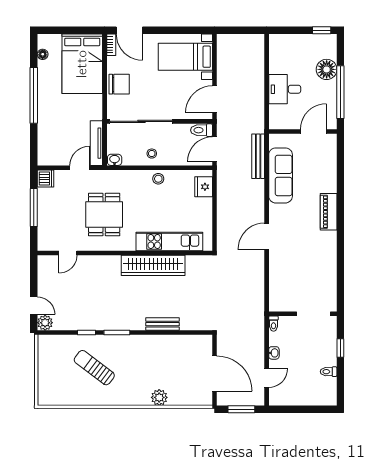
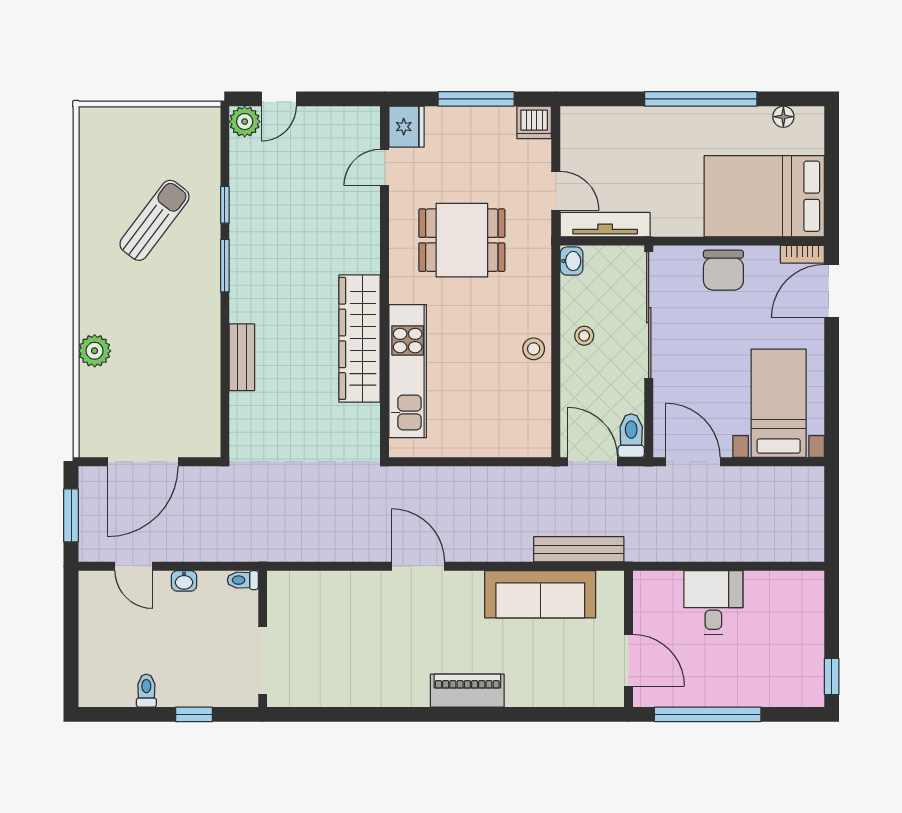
floor lamp: (327, 69) -> (753, 687), removed
fridge: (204, 187) -> (407, 127), moved, turned 90
door: (68, 253) -> (385, 167), hinge flipped

